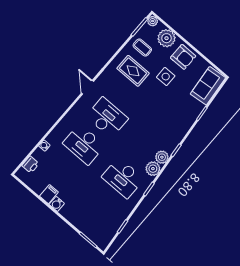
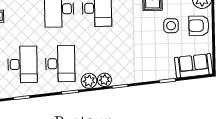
armchair: (183, 57) -> (199, 26), turned 90
desk: (123, 178) -> (60, 64), turned 180
desk: (100, 205) -> (22, 64), added

